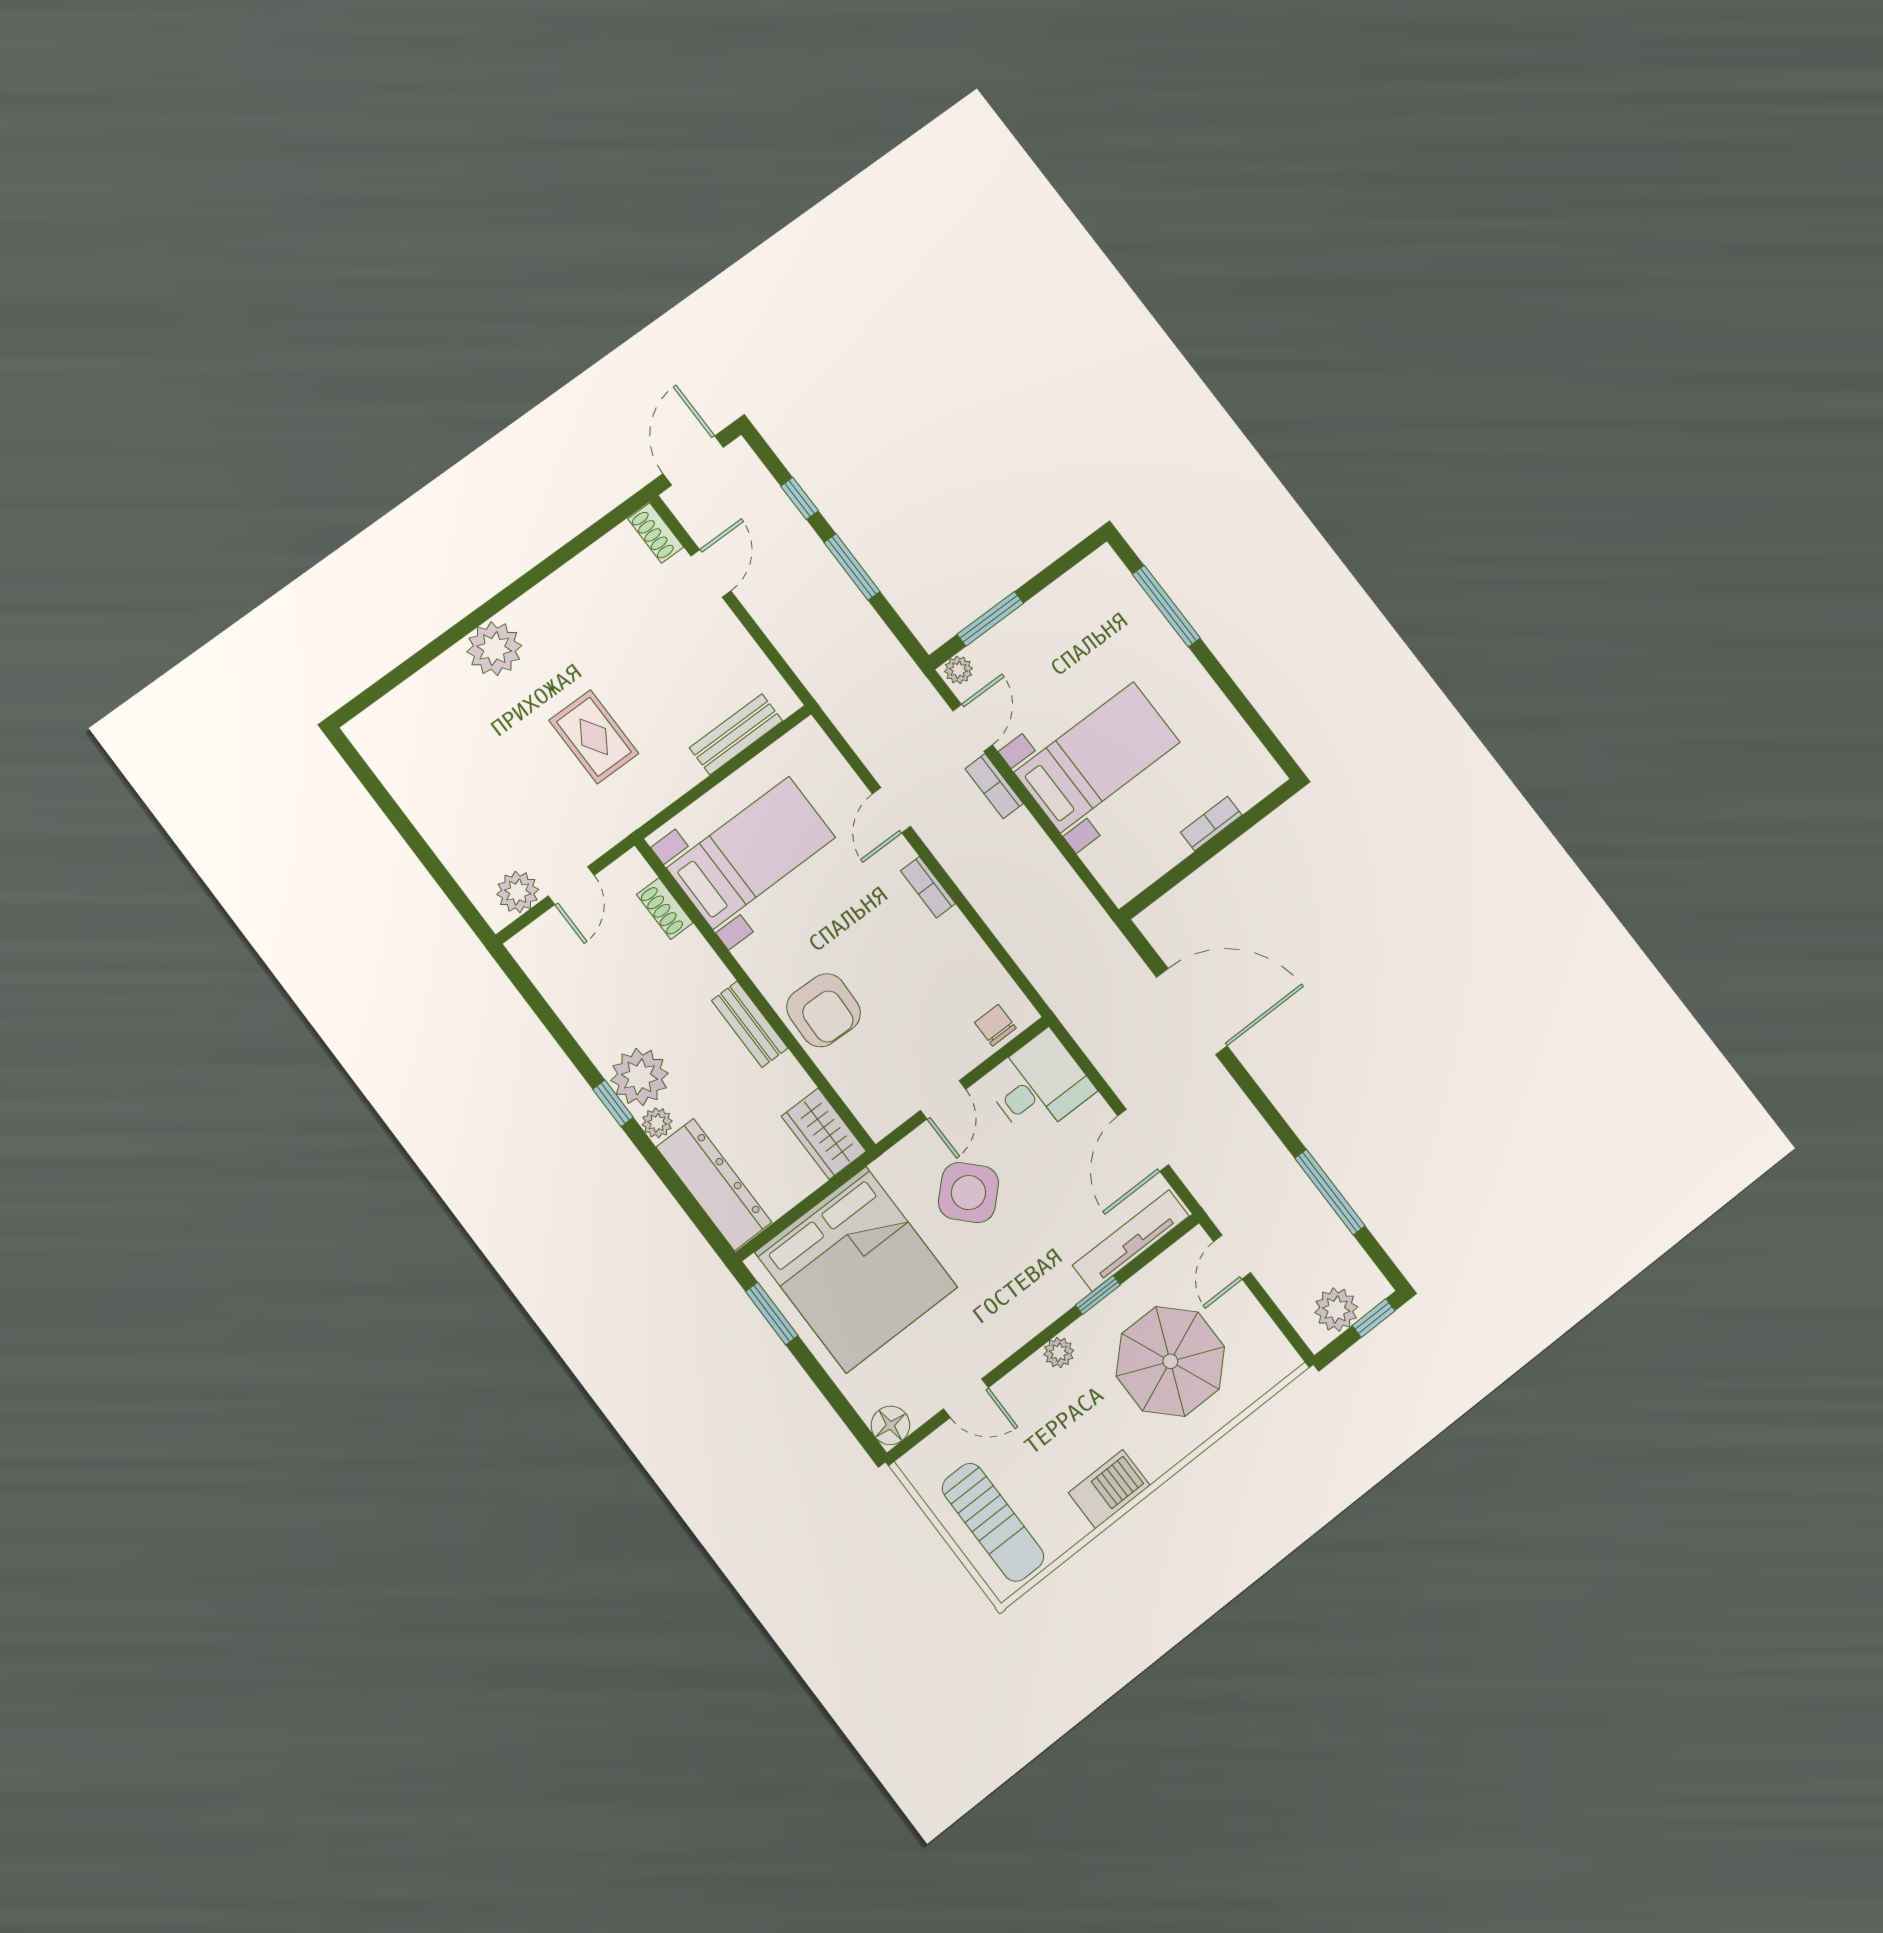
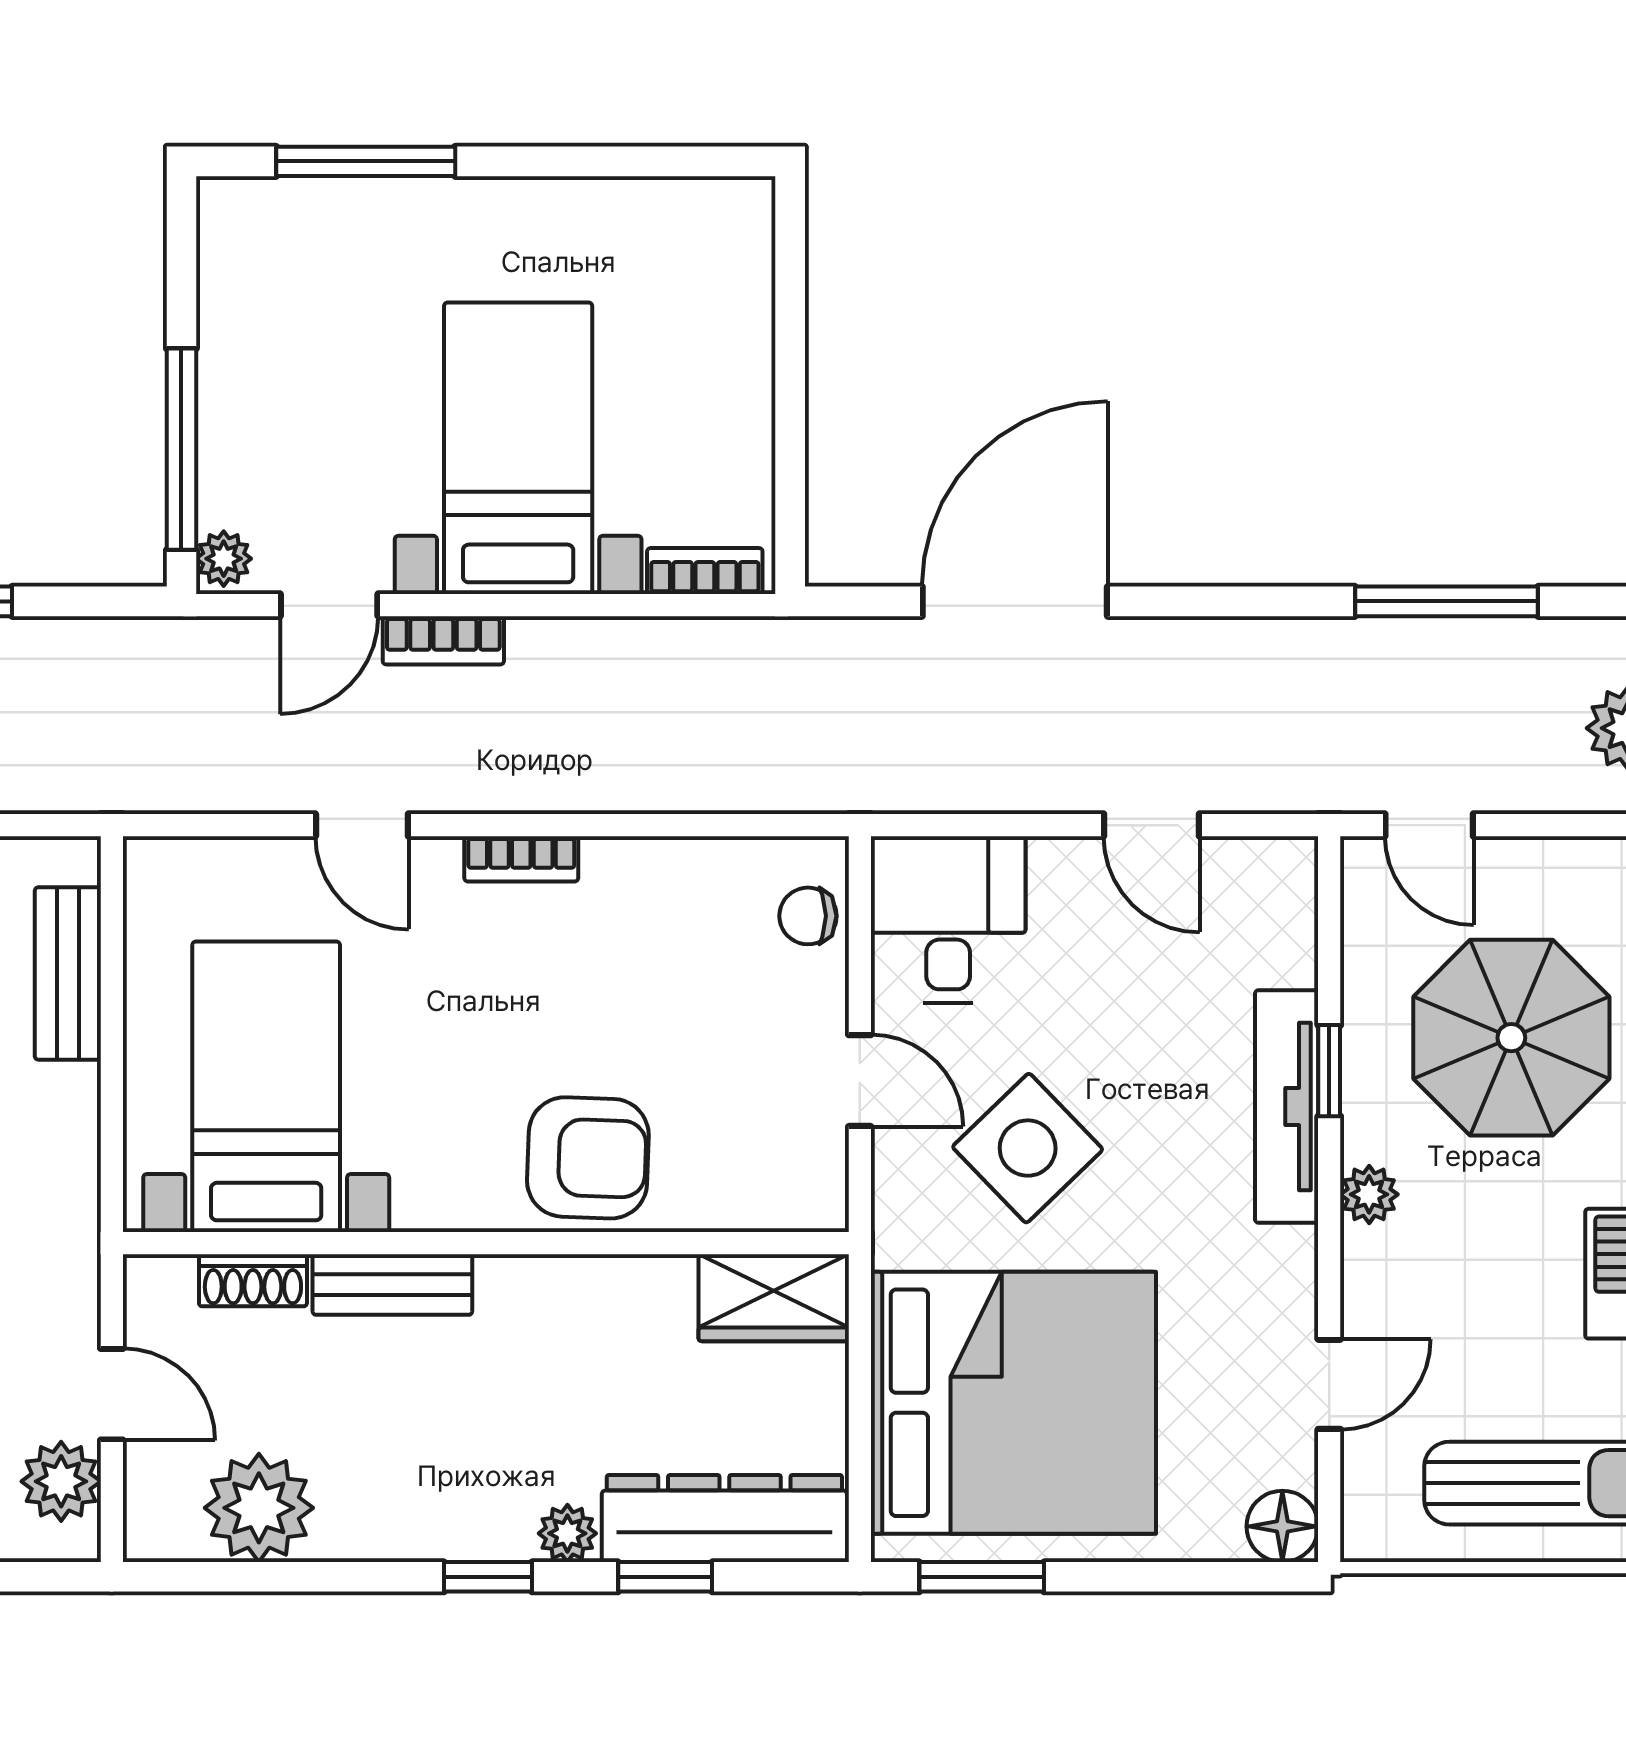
window: (990, 619) -> (181, 449), width x1.44
door: (973, 728) -> (329, 605), swing flipped
bookcase: (1211, 824) -> (705, 571), moved, turned 90
bench: (750, 1024) -> (392, 1285), moved
plant: (640, 1077) -> (259, 1508), moved
door: (1143, 1140) -> (1152, 825), width x0.73
window: (670, 1179) -> (665, 1577), added
tv unit: (1131, 1241) -> (1287, 1107), moved

